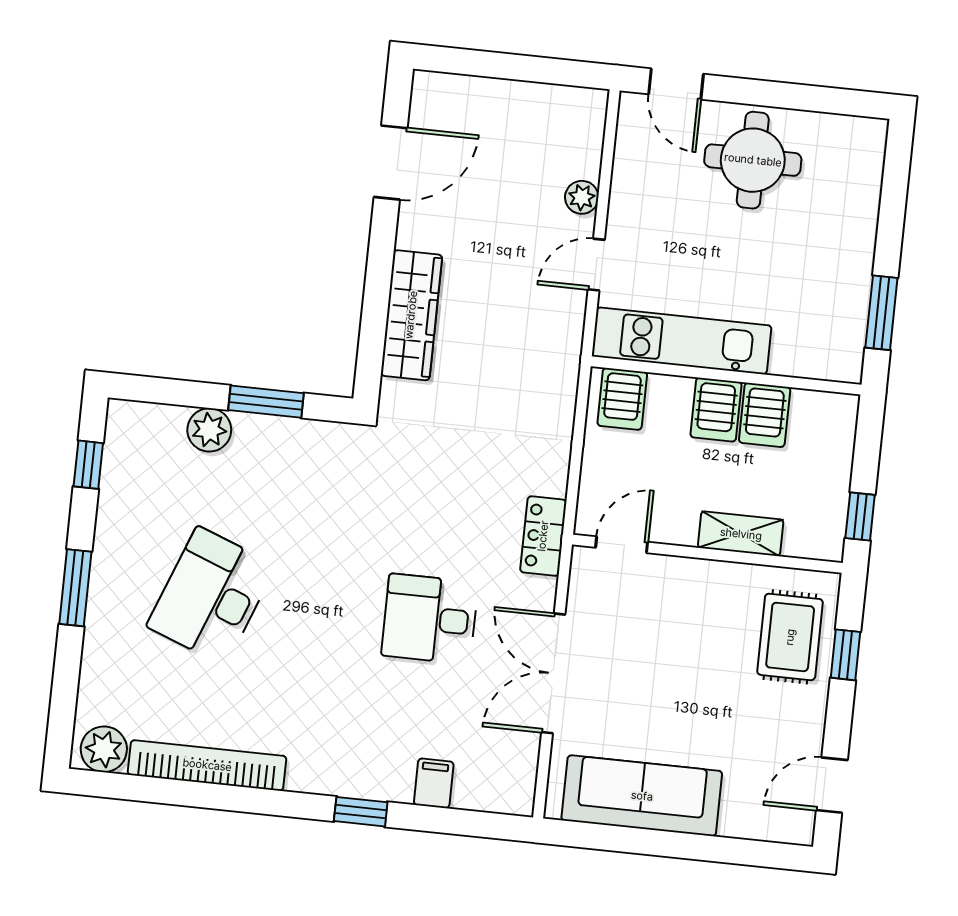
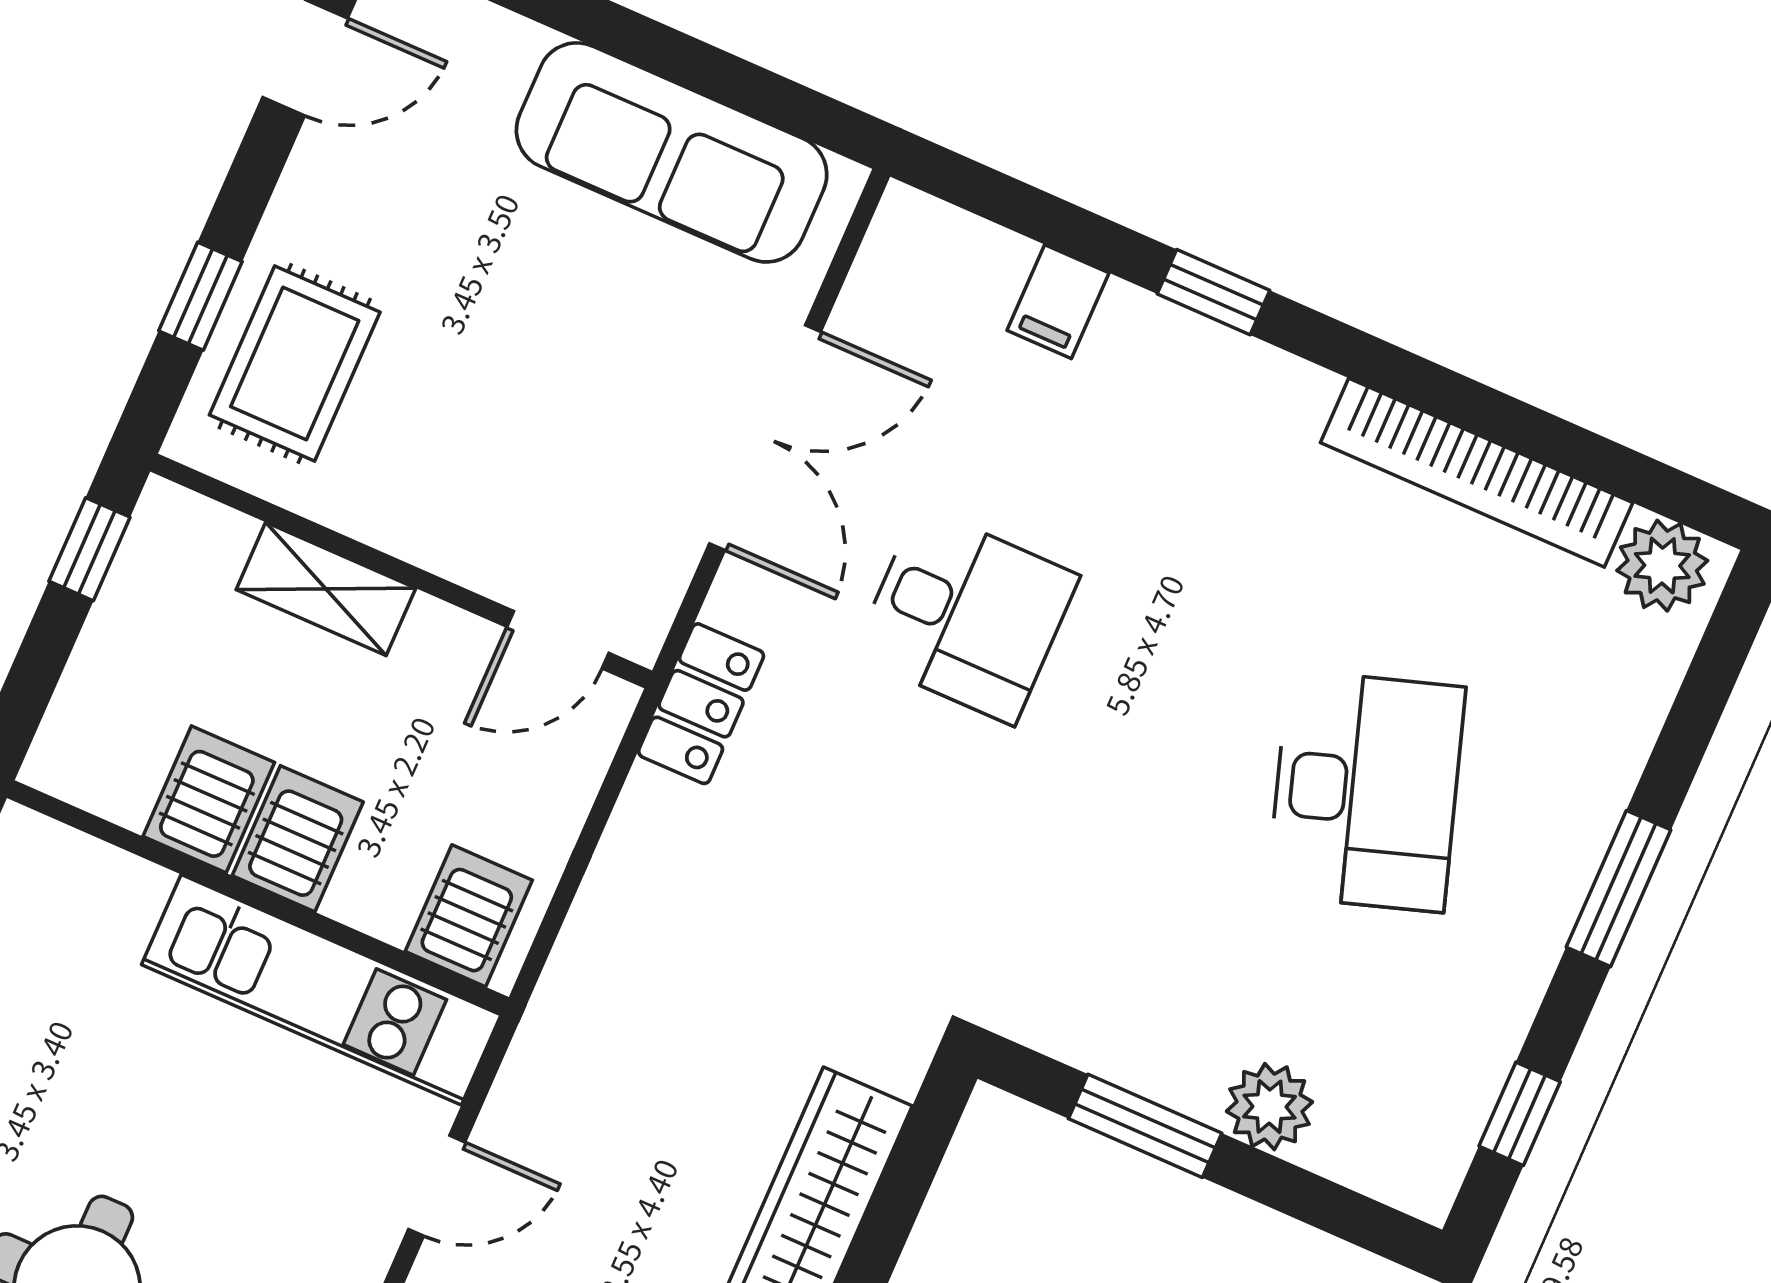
desk: (211, 596) -> (1366, 791), turned -39

